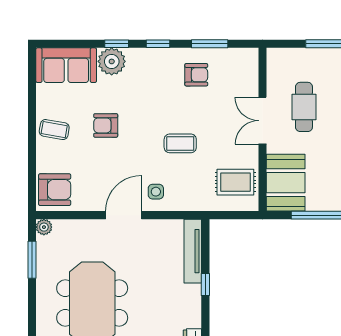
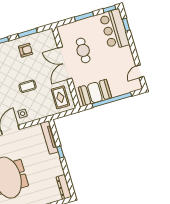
double door: (262, 121) -> (65, 63), width x1.37
rug: (235, 182) -> (60, 97), turned 90
booth: (286, 183) -> (95, 92), moved, turned 90

